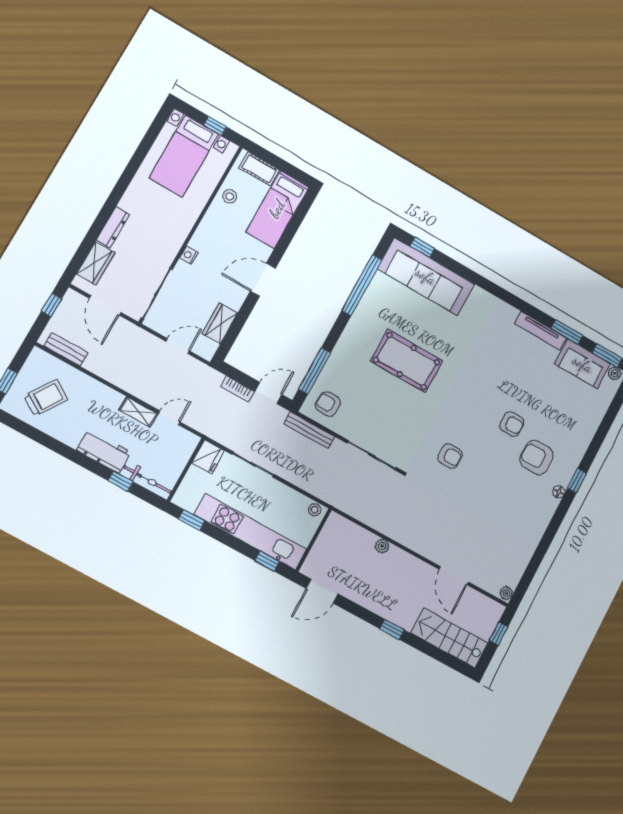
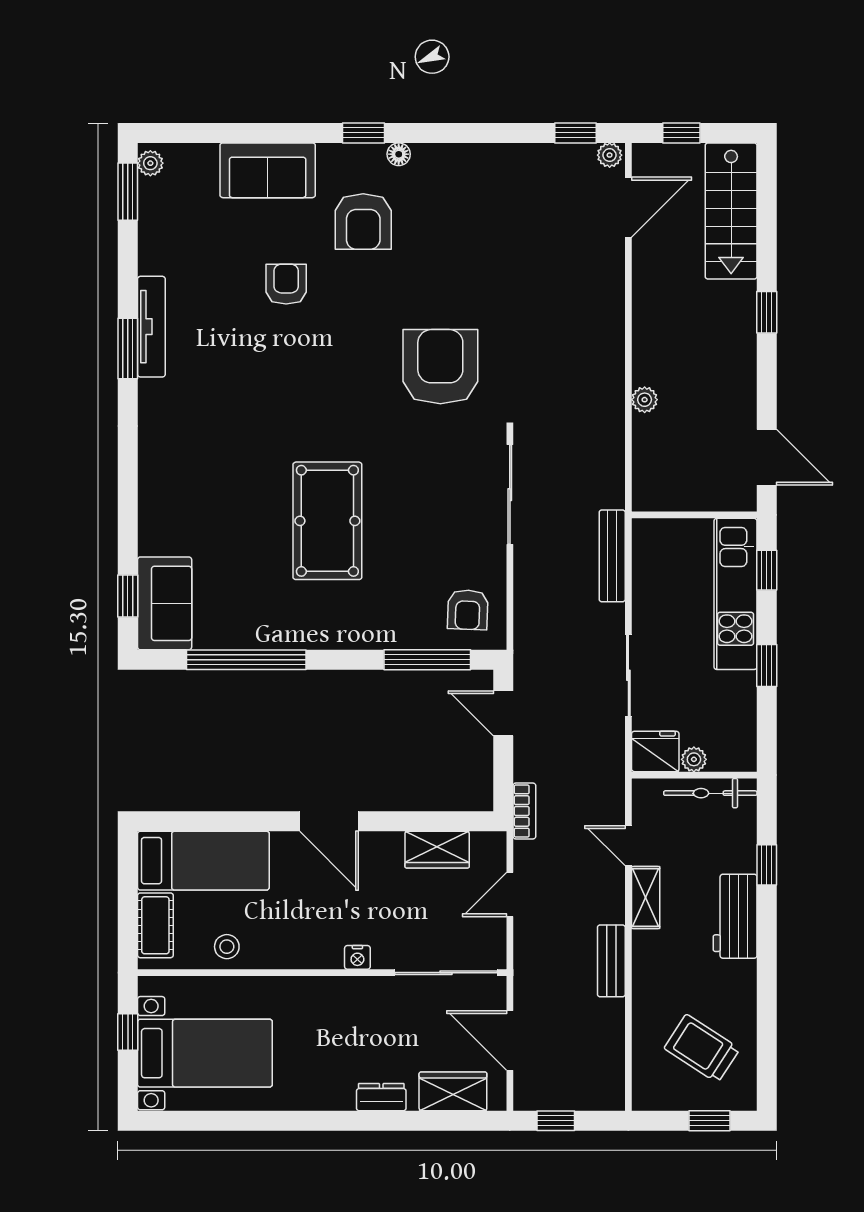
dresser: (113, 227) -> (381, 1097), width x0.70
sofa: (426, 276) -> (165, 603), width x0.54, depth x0.79
door: (105, 305) -> (510, 1040), swing flipped
window: (567, 332) -> (128, 349), moved
door: (178, 346) -> (510, 895), hinge flipped
bench: (66, 349) -> (611, 961), moved
sofa: (583, 364) -> (268, 170), moved, turned 90
bookcase: (237, 389) -> (524, 811), moved
armchair: (512, 424) -> (286, 284), moved
bench: (309, 430) -> (612, 556), moved
armchair: (450, 456) -> (440, 367), width x1.88, depth x1.88
plant: (194, 474) -> (694, 759), added
bicycle: (148, 480) -> (710, 793), moved, turned -90
stool: (315, 510) -> (646, 539), removed
window: (192, 520) -> (767, 666), moved
kitchen unit: (250, 532) -> (735, 594), width x0.73
door: (454, 576) -> (628, 207), moved
window: (525, 582) -> (576, 133), added

